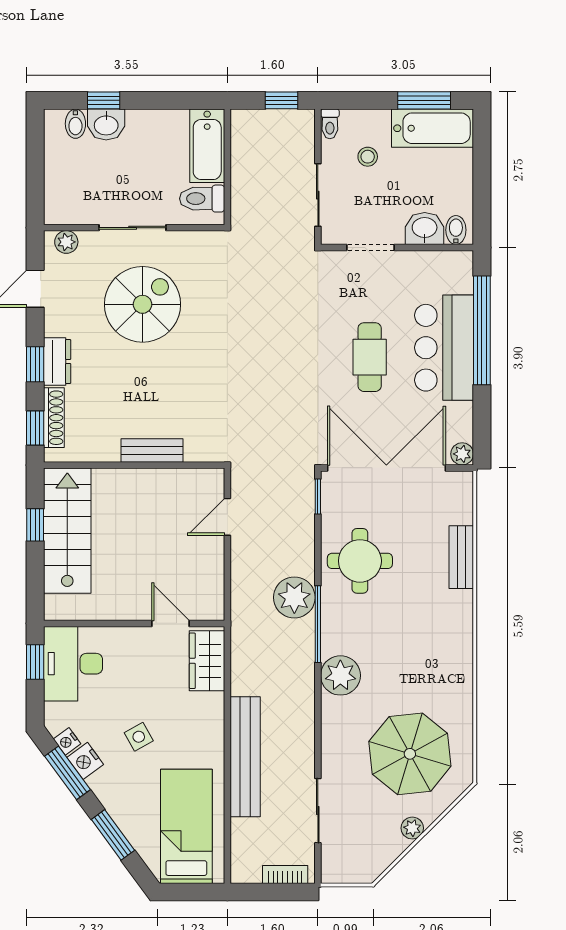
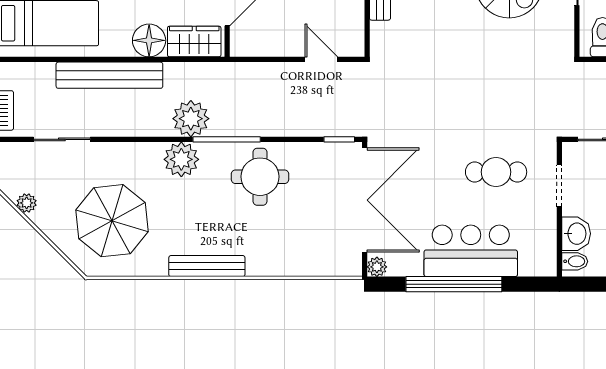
window: (482, 330) -> (454, 284), moved
cafe table: (370, 357) -> (496, 172), moved
bench: (461, 557) -> (207, 266), moved, width x1.36
round table: (360, 561) -> (260, 177), moved
plant: (294, 597) -> (191, 119), moved
floor lamp: (206, 712) -> (149, 40), added
plant: (412, 828) -> (27, 203), moved

